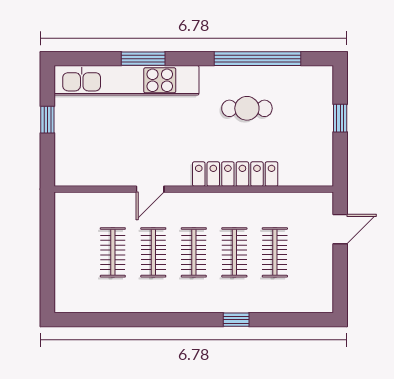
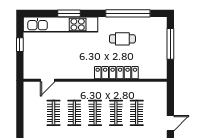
window: (340, 118) -> (170, 44), width x2.17
door: (150, 189) -> (48, 80), moved
door: (340, 229) -> (170, 123), moved

